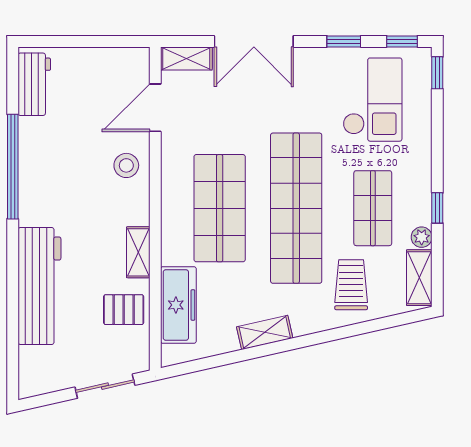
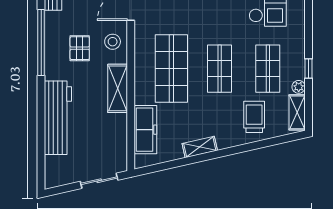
shop shelf: (296, 208) -> (220, 69), width x0.50, depth x0.74
shelving: (138, 252) -> (118, 88), width x1.50, depth x1.33
pallet: (124, 310) -> (80, 48), moved, turned 90

